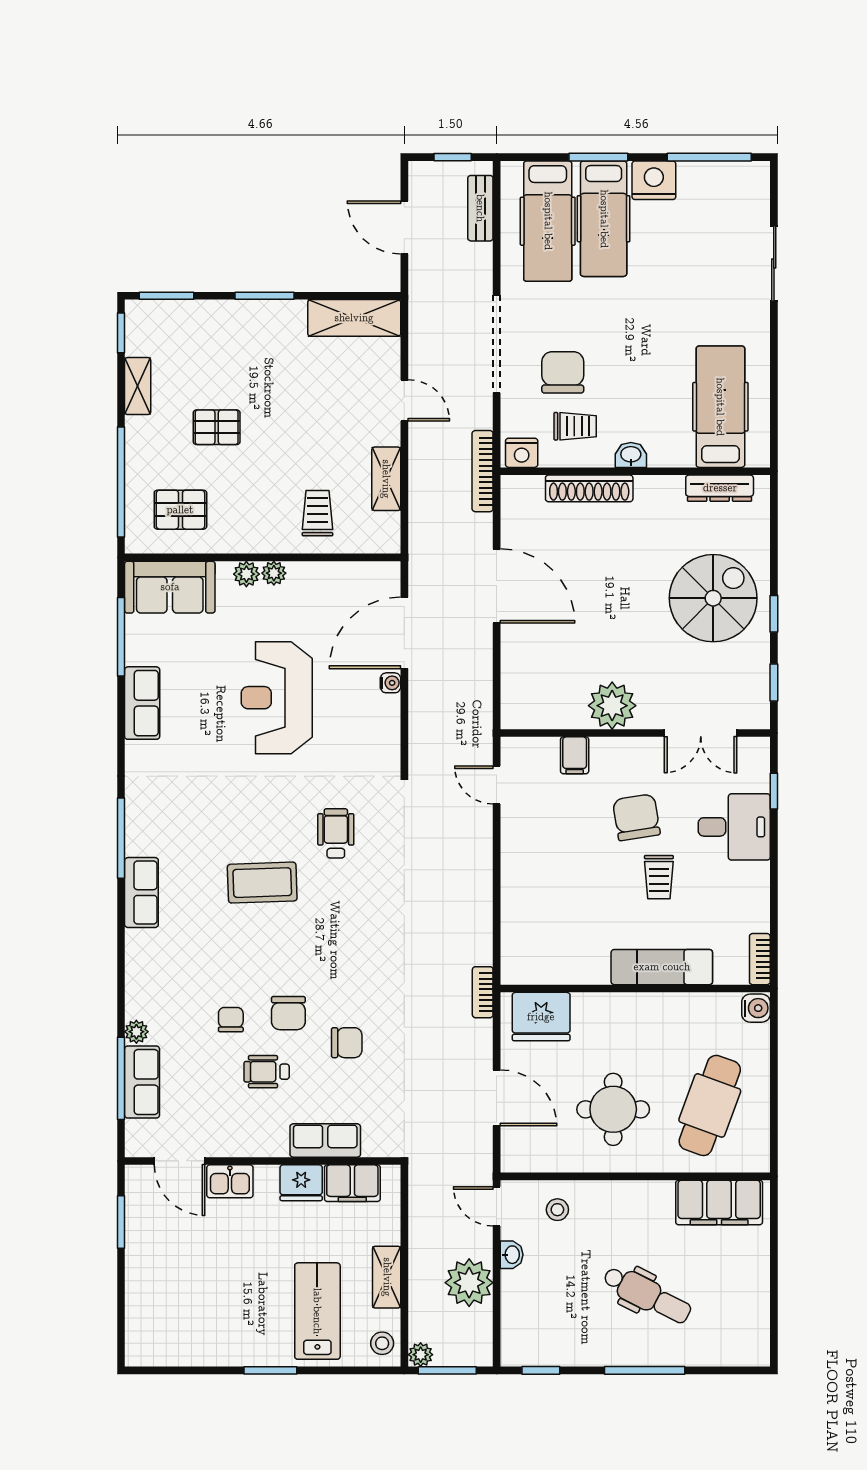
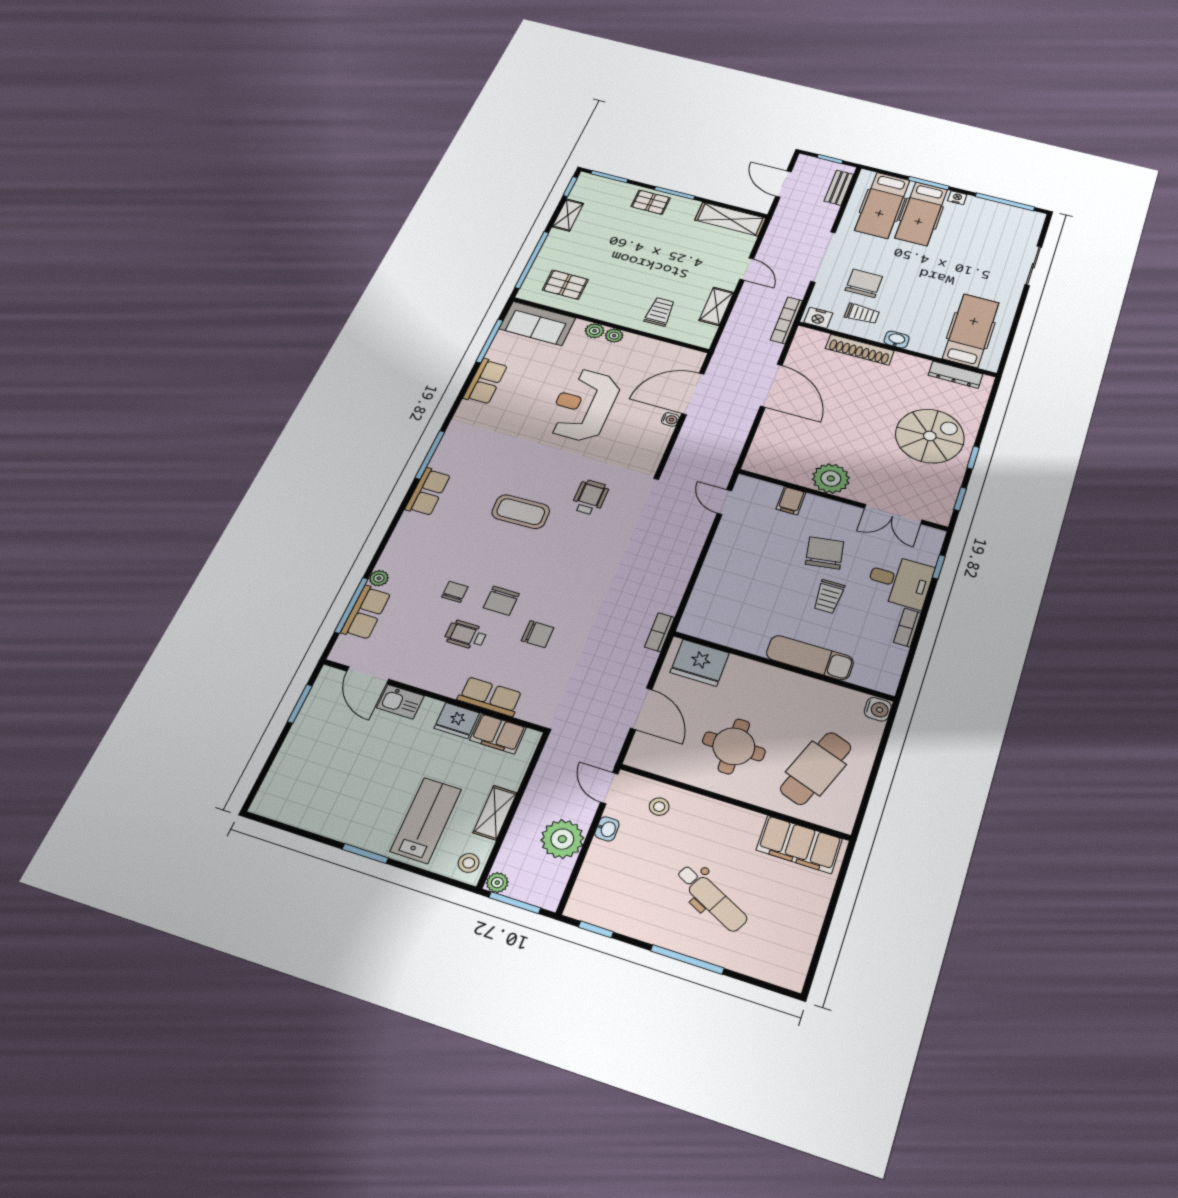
nightstand: (654, 180) -> (957, 198), width x0.53, depth x0.56
pallet: (217, 427) -> (651, 202), moved
bookcase: (760, 959) -> (907, 628), moved

